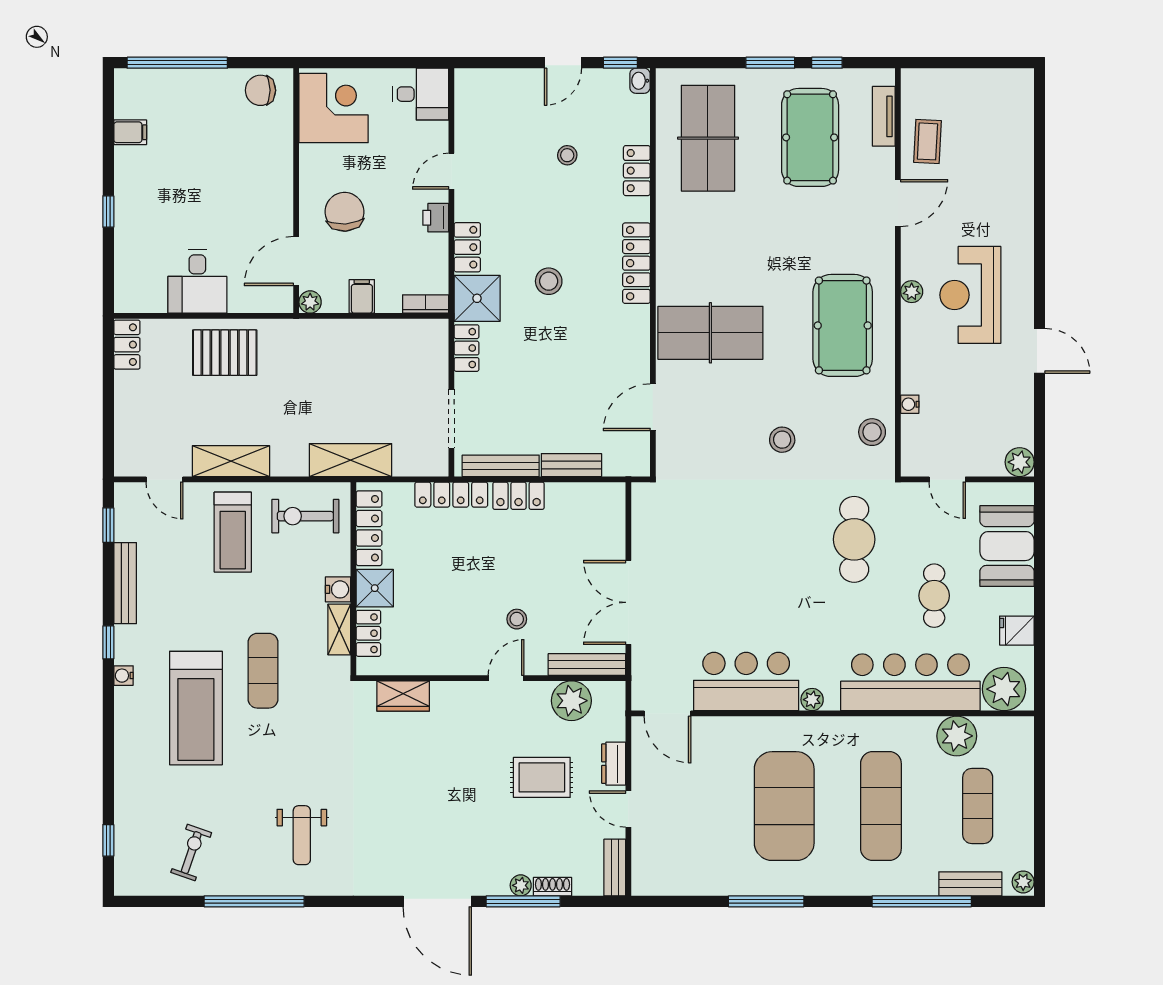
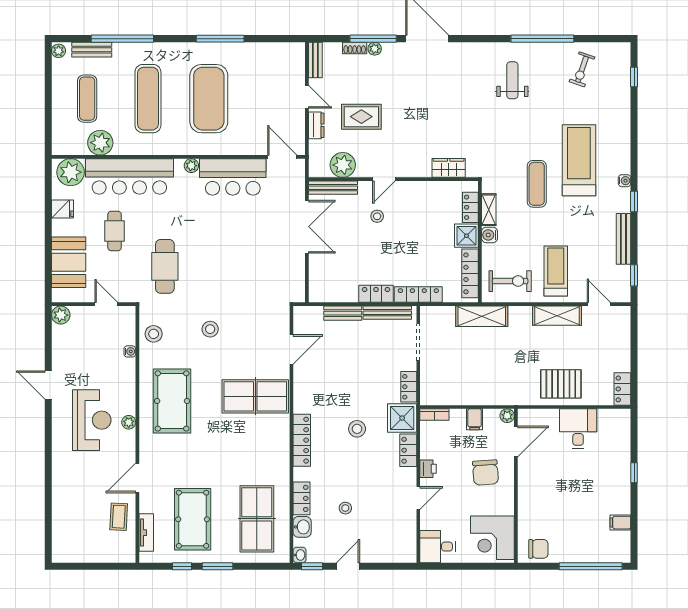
washbasin: (636, 125) -> (302, 527), added

